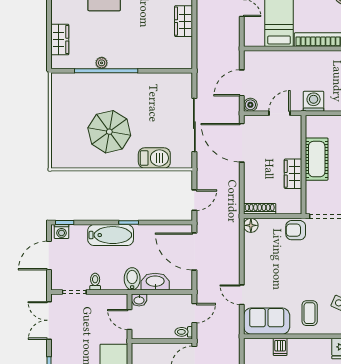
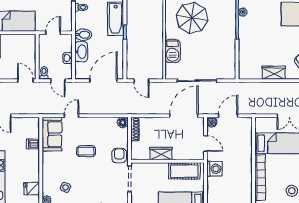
door: (242, 83) -> (228, 116), hinge flipped
cot: (317, 159) -> (184, 171), moved
washbasin: (139, 300) -> (68, 58), moved
coffee table: (310, 313) -> (86, 151), moved

